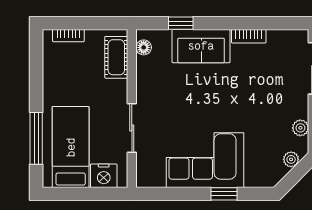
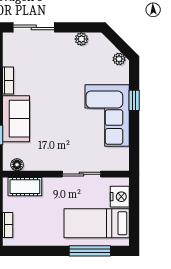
plant: (291, 159) -> (119, 59), moved

